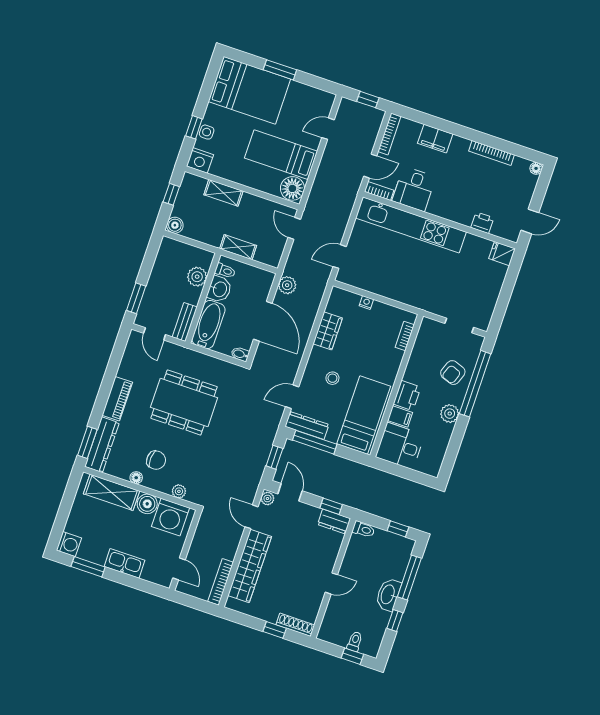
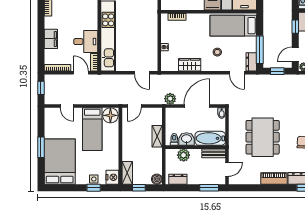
shelving: (223, 193) -> (127, 173), moved
dresser: (164, 256) -> (178, 179), added
dresser: (307, 425) -> (251, 62), width x0.70

